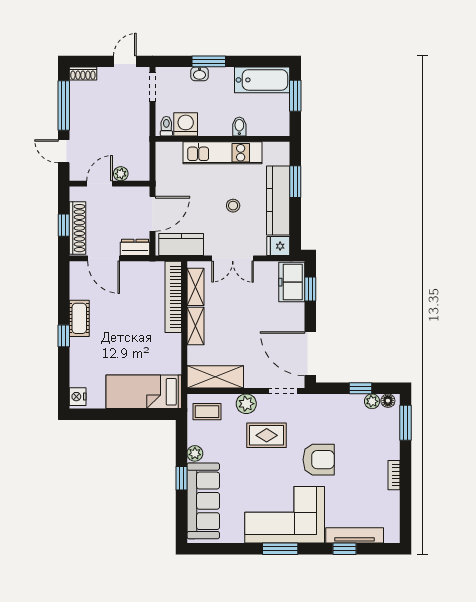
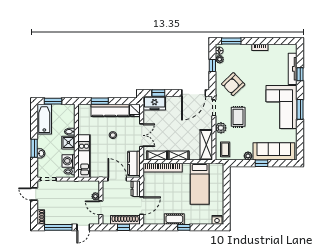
shower: (219, 124) -> (68, 143), added
kitchen unit: (223, 153) -> (84, 156), moved
bed: (144, 392) -> (200, 184), moved
armchair: (319, 460) -> (233, 84), moved, turned -134

